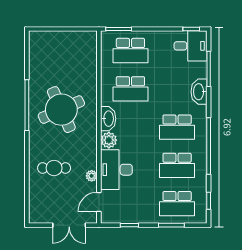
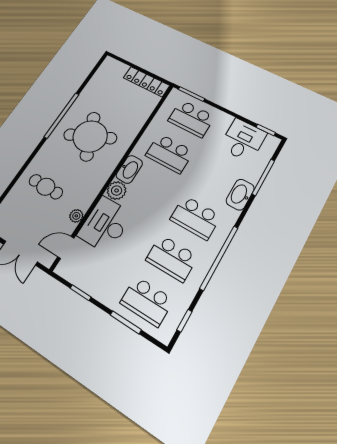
locker: (76, 38) -> (146, 82), added
desk: (190, 46) -> (243, 140), moved, turned -90

